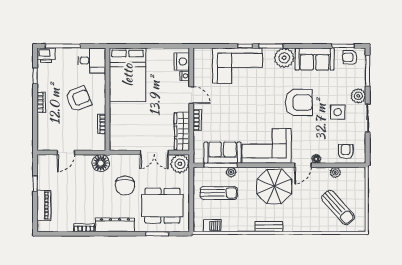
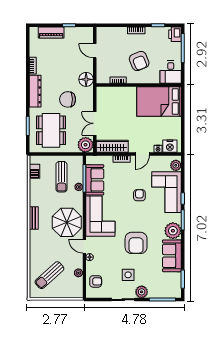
plant: (205, 54) -> (176, 165), added
armchair: (350, 57) -> (139, 195), moved

